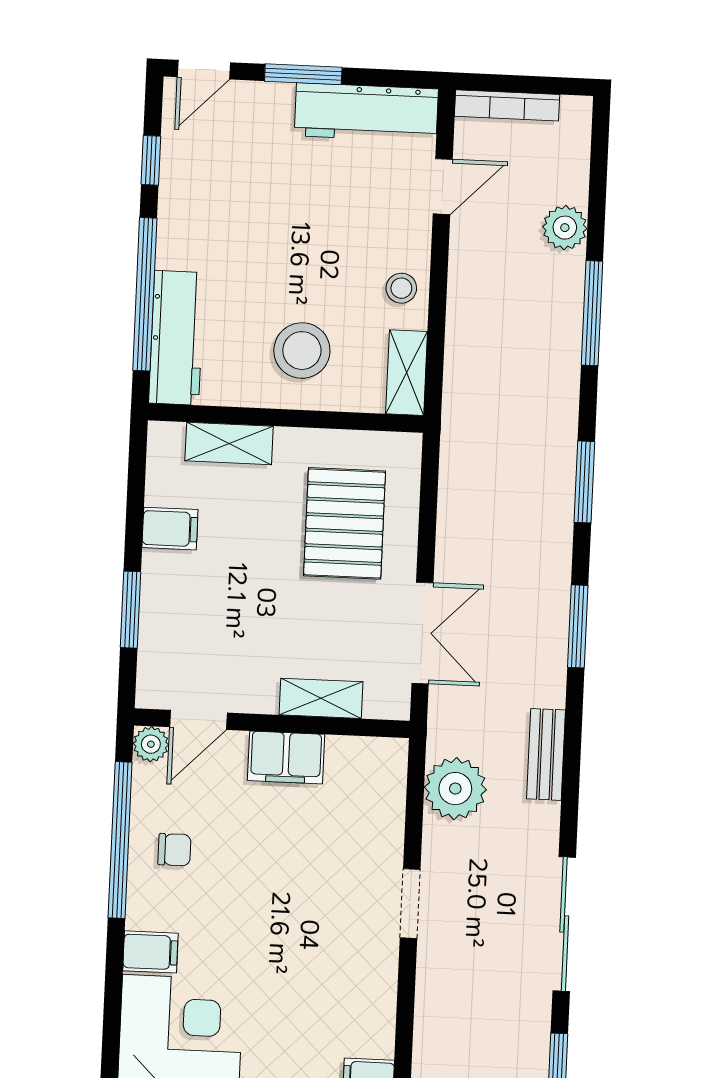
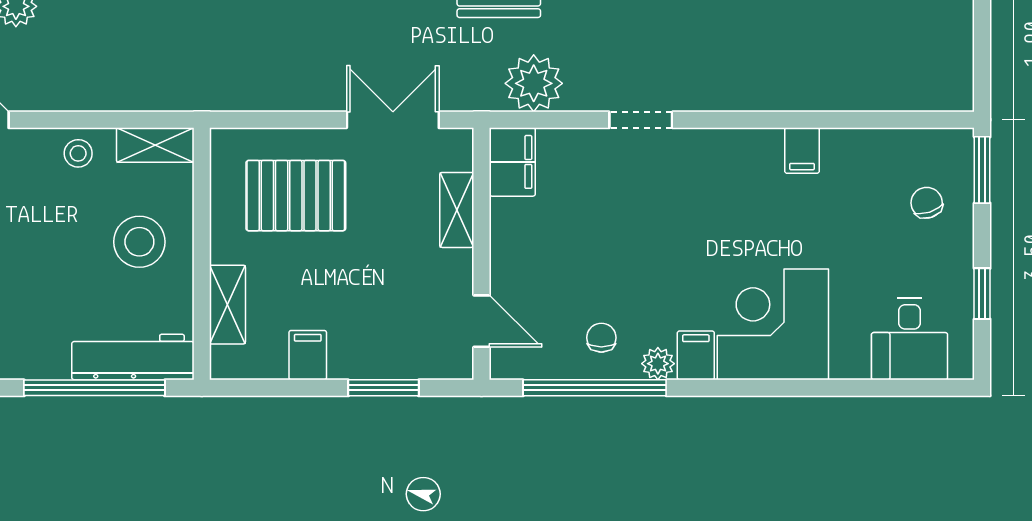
plant: (151, 744) -> (658, 364), moved
filing cabinet: (286, 757) -> (512, 162), moved

